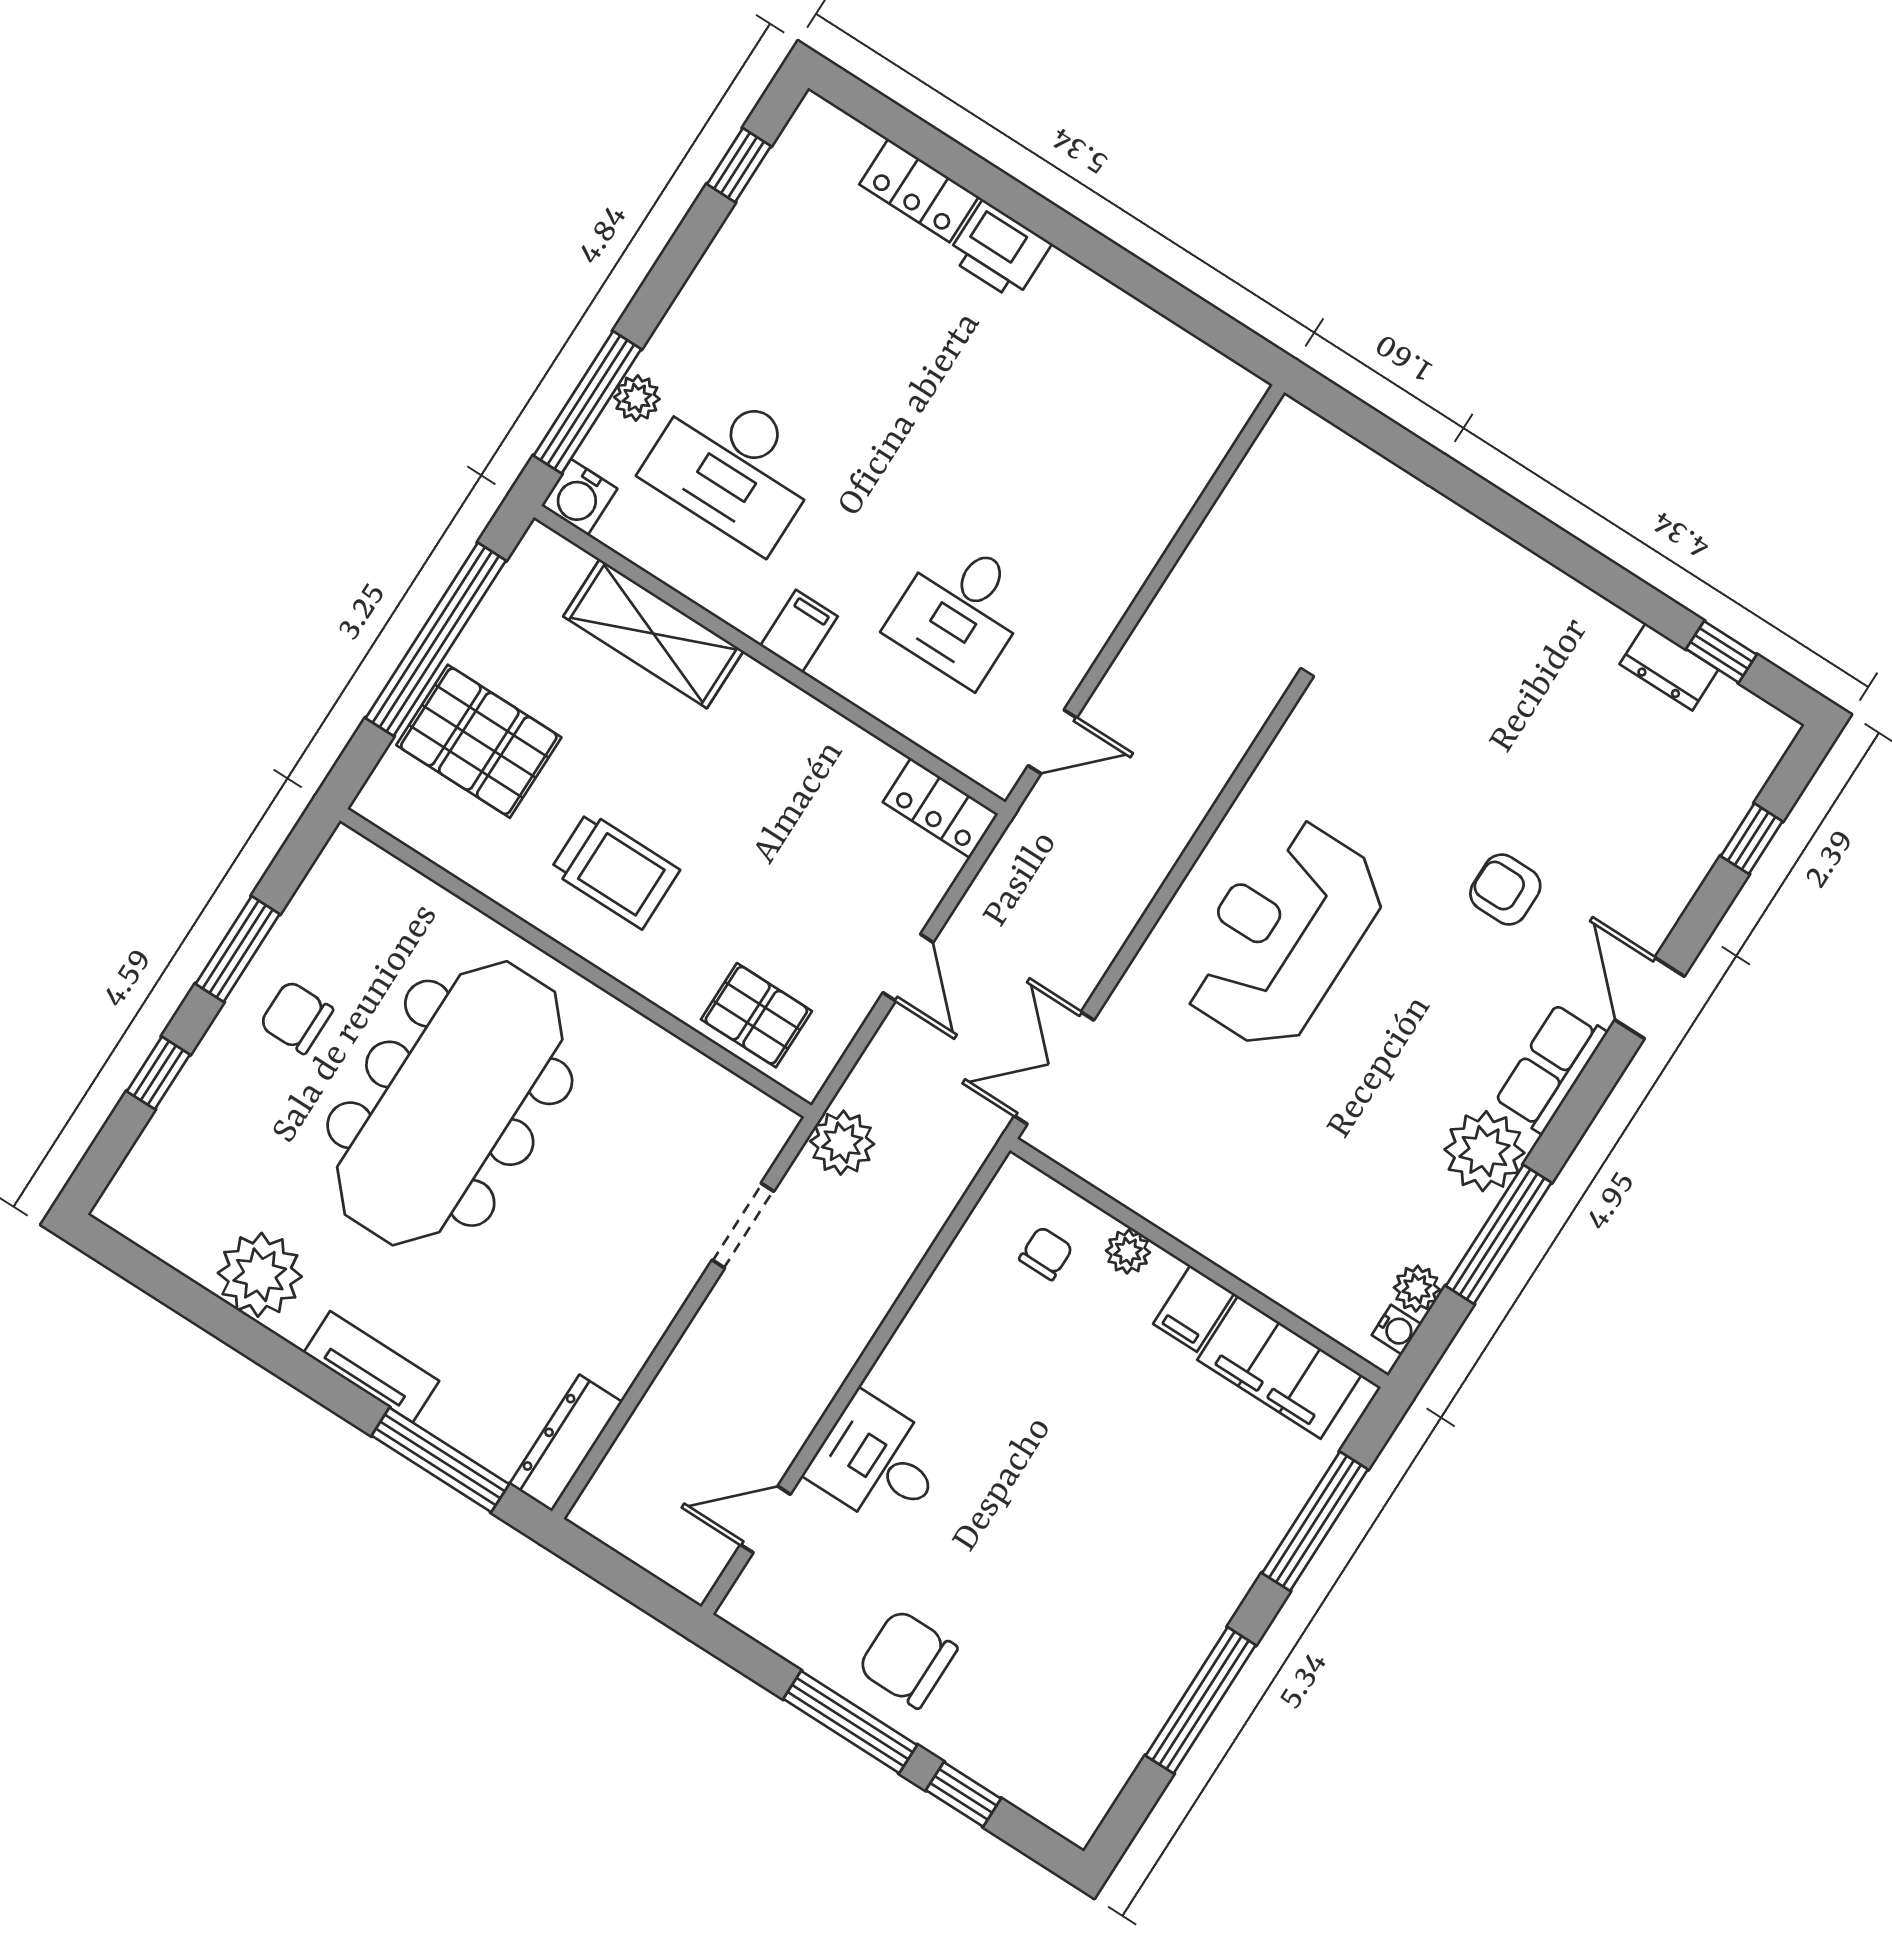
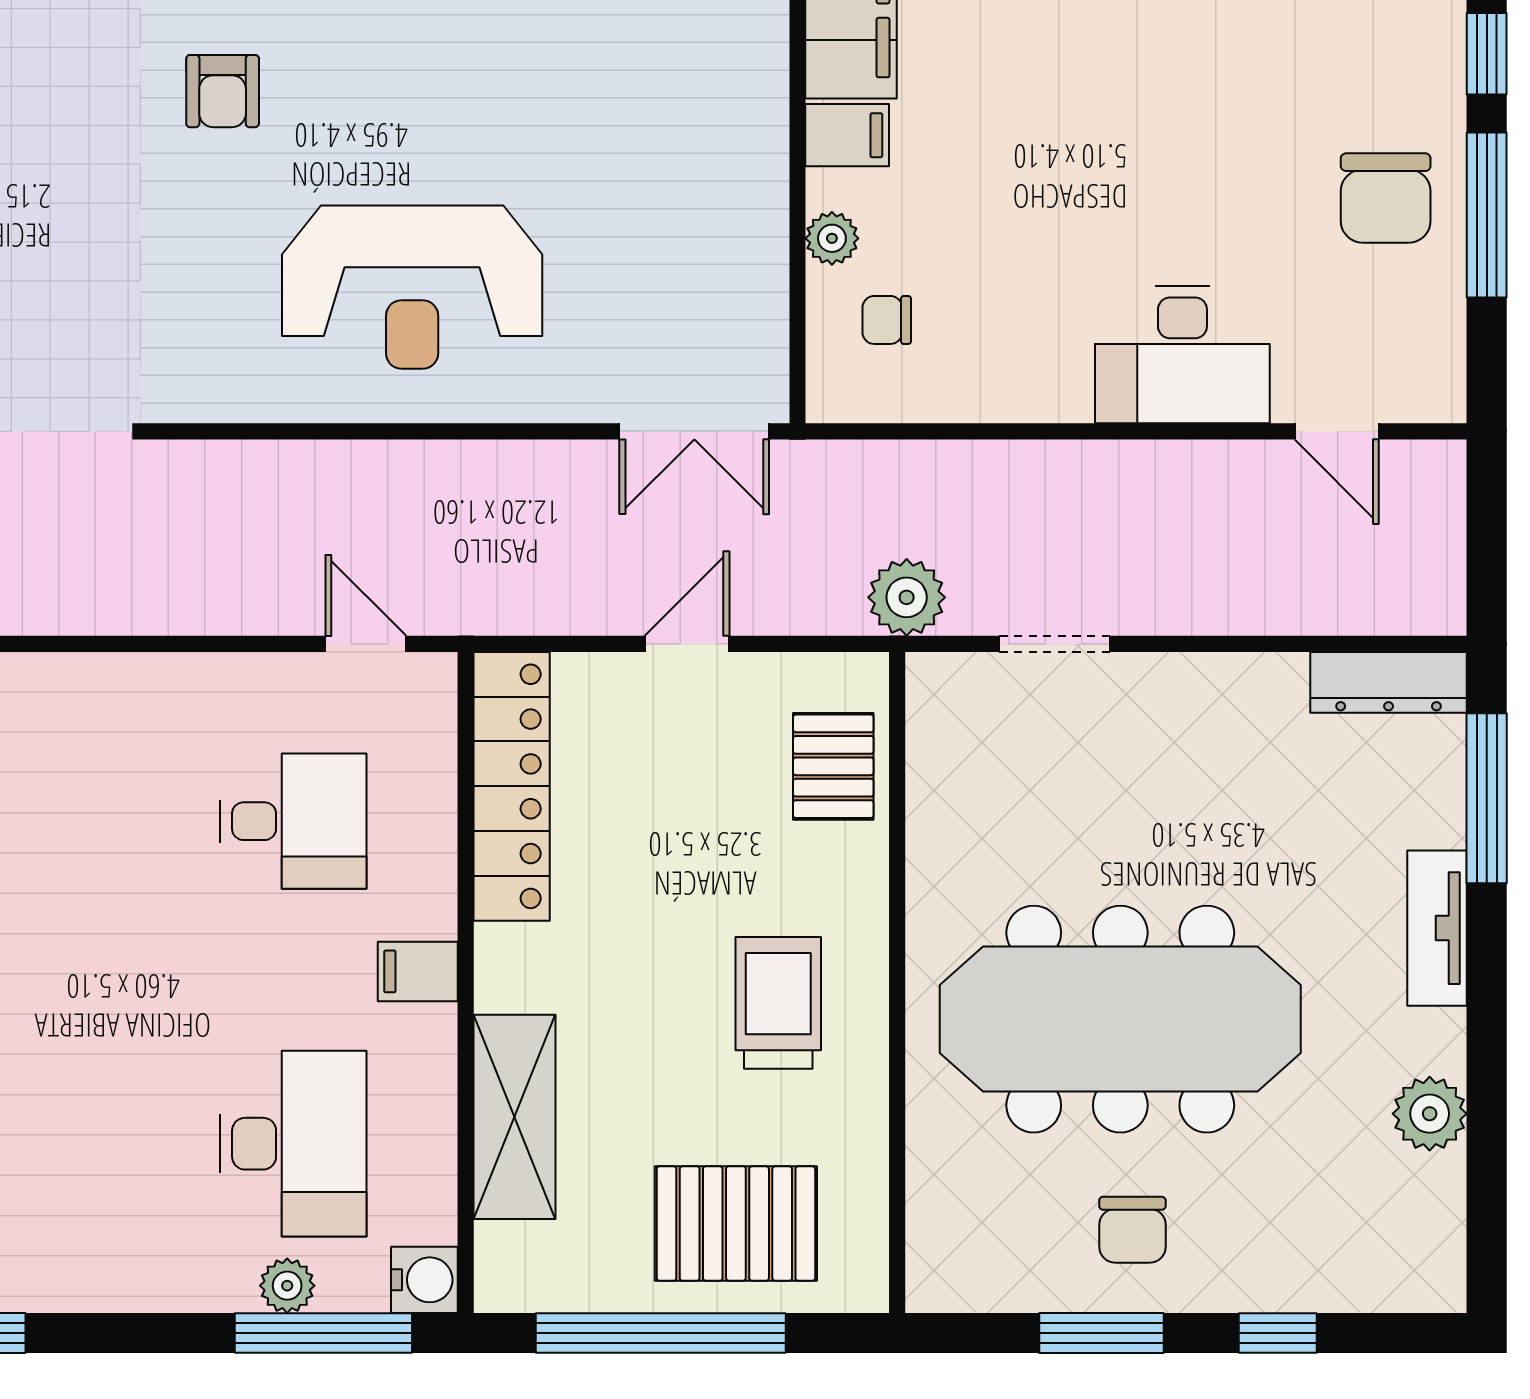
pallet: (479, 741) -> (736, 1224), turned 90
locker: (941, 808) -> (512, 786), width x2.16, depth x1.21
plant: (260, 1275) -> (1430, 1114), width x0.73, depth x0.73
desk: (878, 1462) -> (1182, 355), width x1.37

